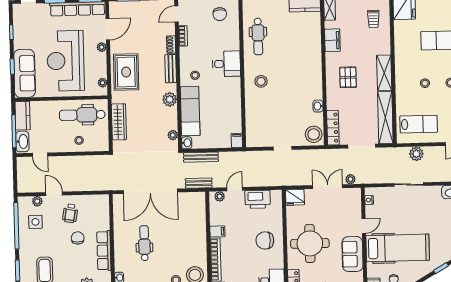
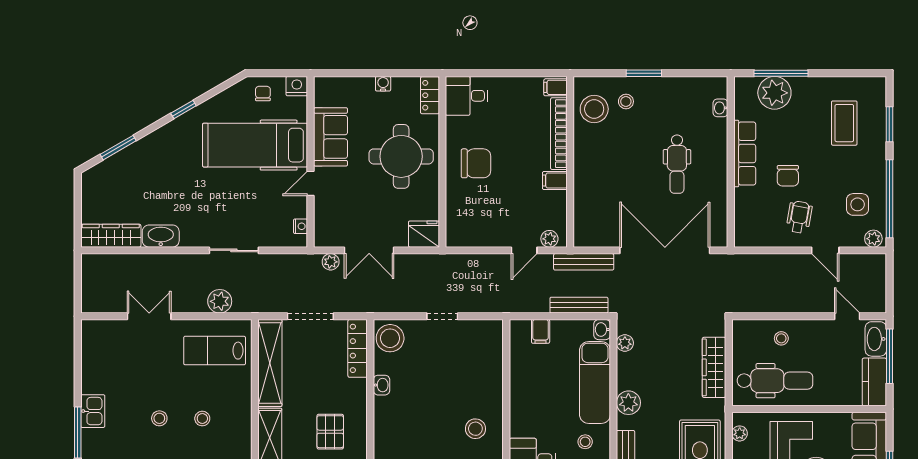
filing cabinet: (237, 140) -> (541, 331), moved
bench: (199, 183) -> (584, 262), width x1.36
printer: (258, 199) -> (486, 232), removed
plant: (37, 201) -> (873, 239), moved

